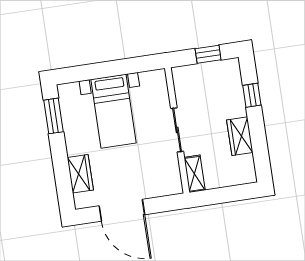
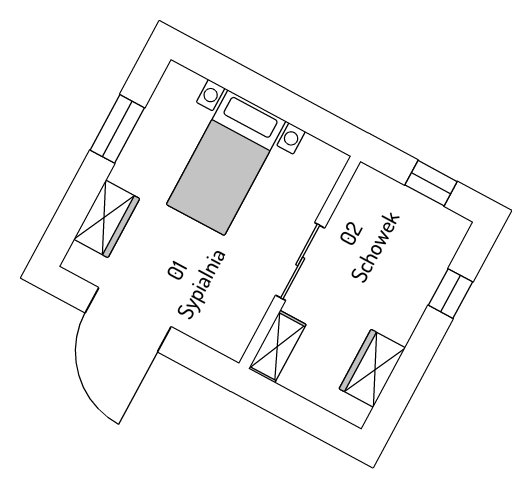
window: (54, 116) -> (117, 129), moved
wardrobe: (240, 136) -> (372, 368), moved

